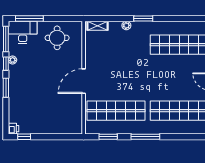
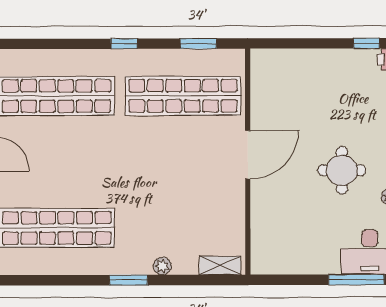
round table: (57, 38) -> (342, 170), moved
window: (145, 137) -> (124, 44), width x0.46

